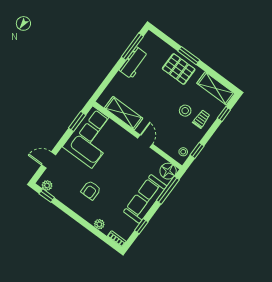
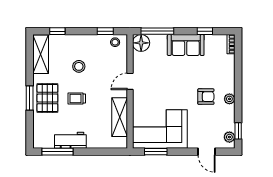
trolley: (201, 119) -> (77, 99), moved
sofa: (145, 199) -> (186, 45), width x0.73
plant: (99, 224) -> (229, 99), moved

